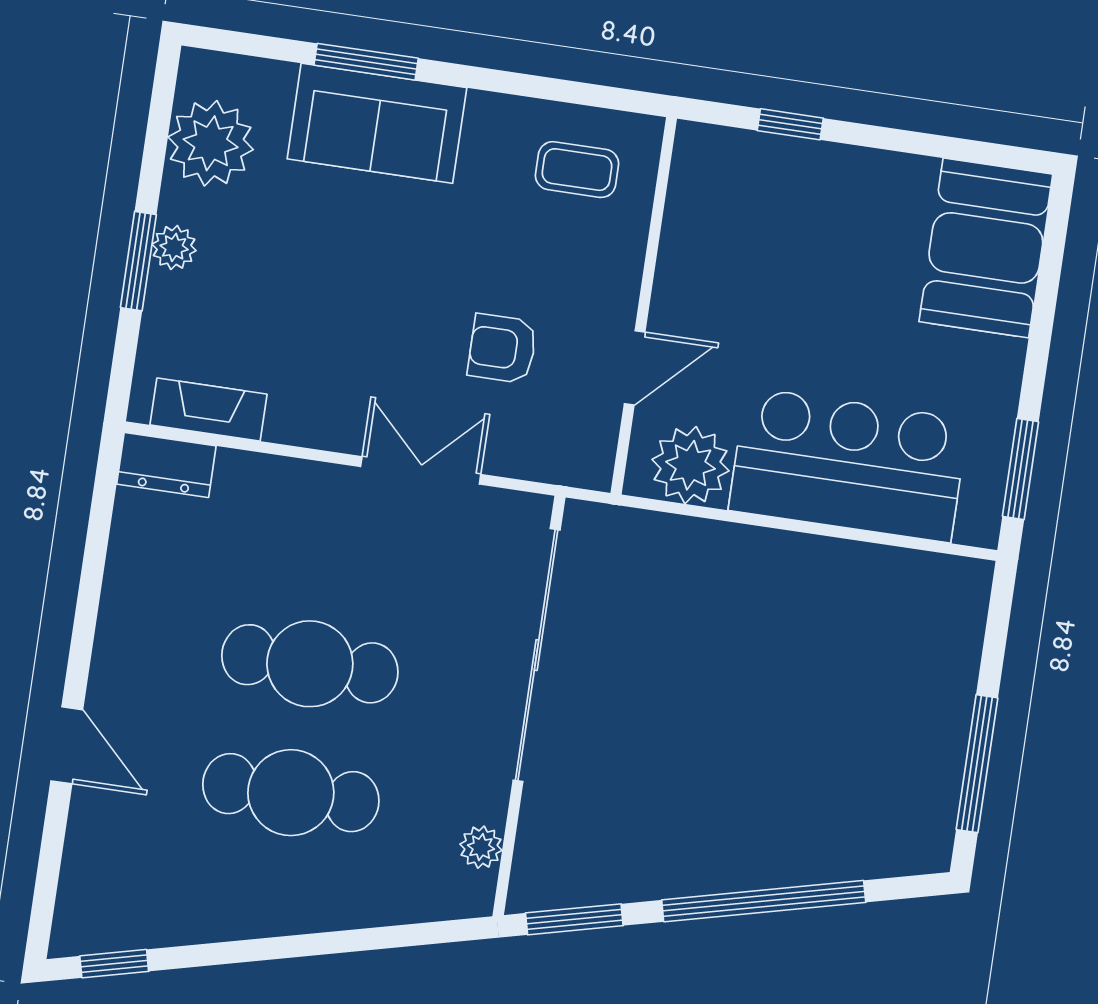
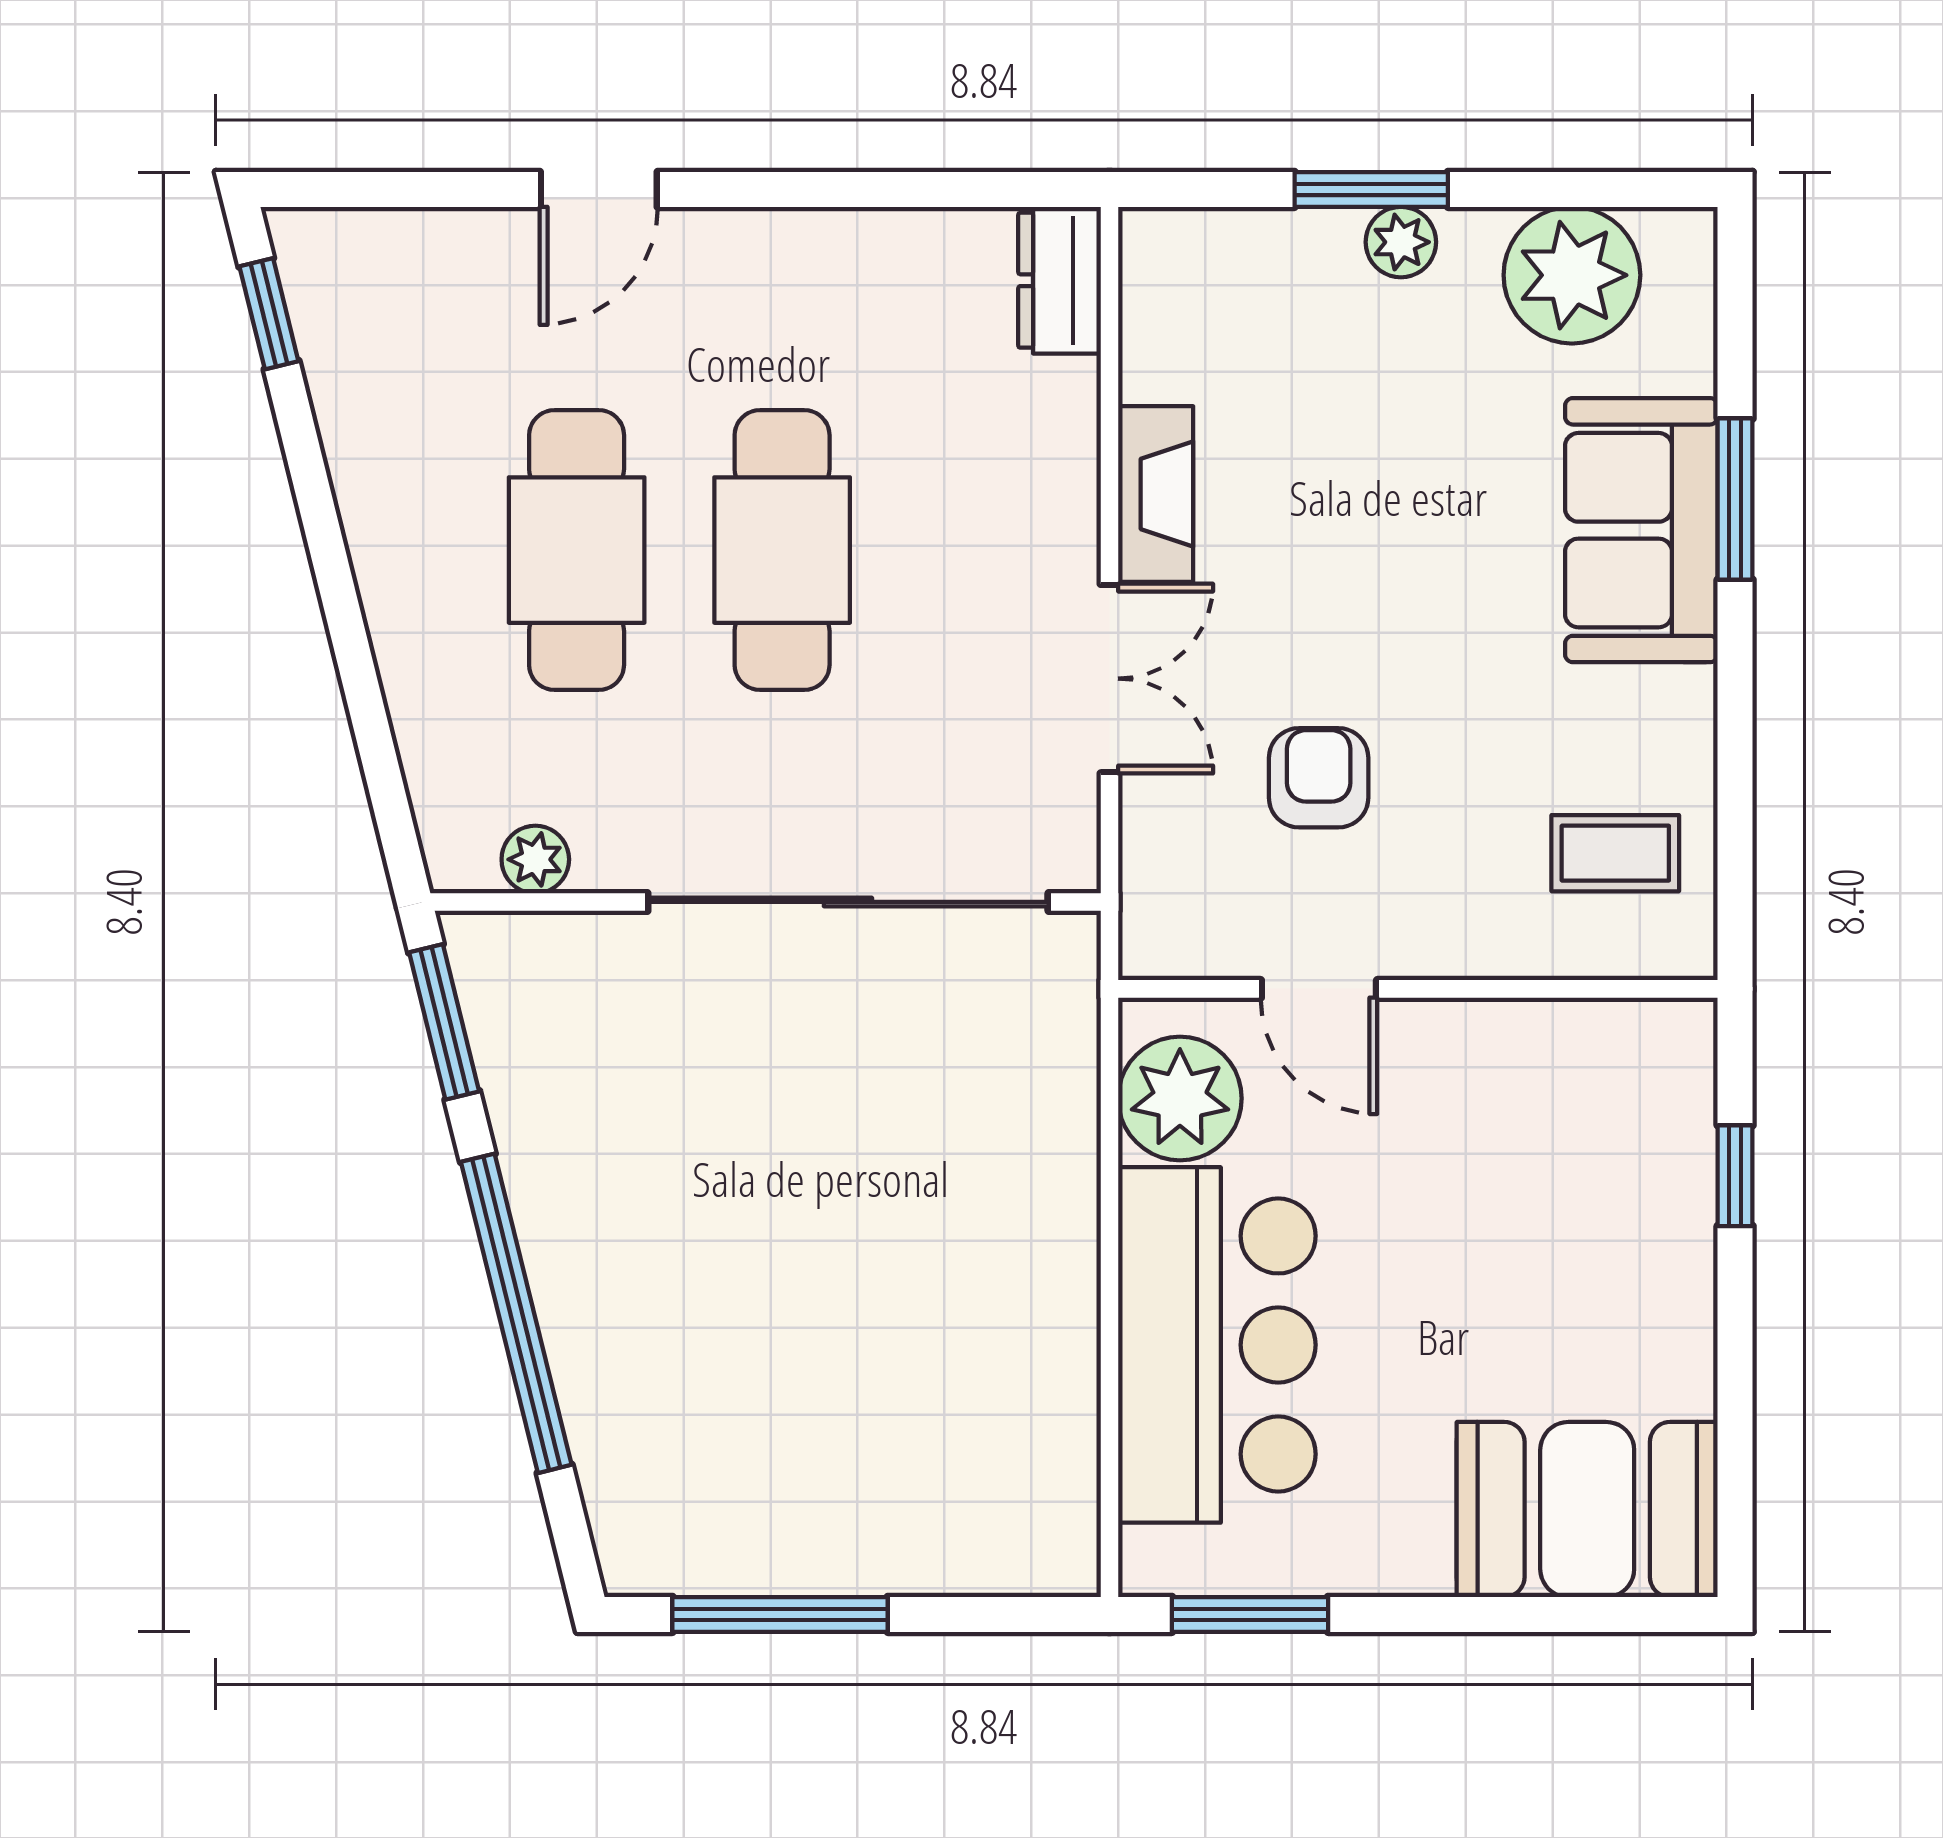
coffee table: (577, 170) -> (1615, 853), turned 90
fireplace: (208, 410) -> (1156, 494), moved

